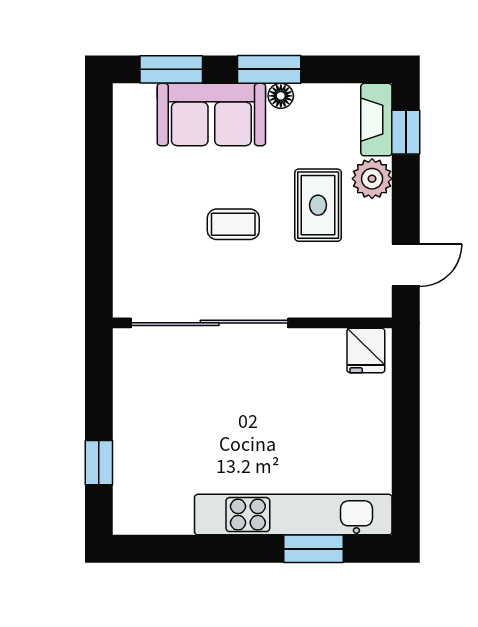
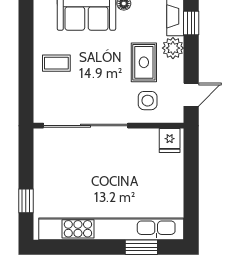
coffee table: (233, 224) -> (56, 63), moved
side table: (325, 276) -> (148, 101), added
kitchen unit: (293, 515) -> (111, 229), width x1.36

